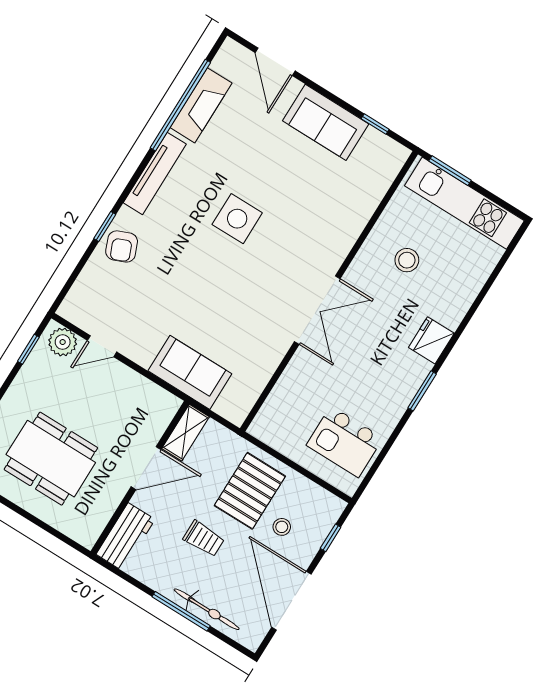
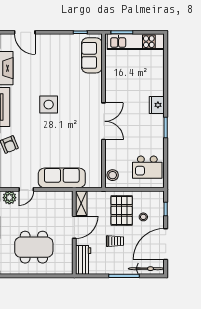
sofa: (326, 122) -> (92, 55), moved, turned 90
stool: (407, 260) -> (113, 175), moved
sofa: (190, 372) -> (62, 178), width x1.36
door: (291, 601) -> (166, 244), hinge flipped
bicycle: (207, 609) -> (146, 269), moved

